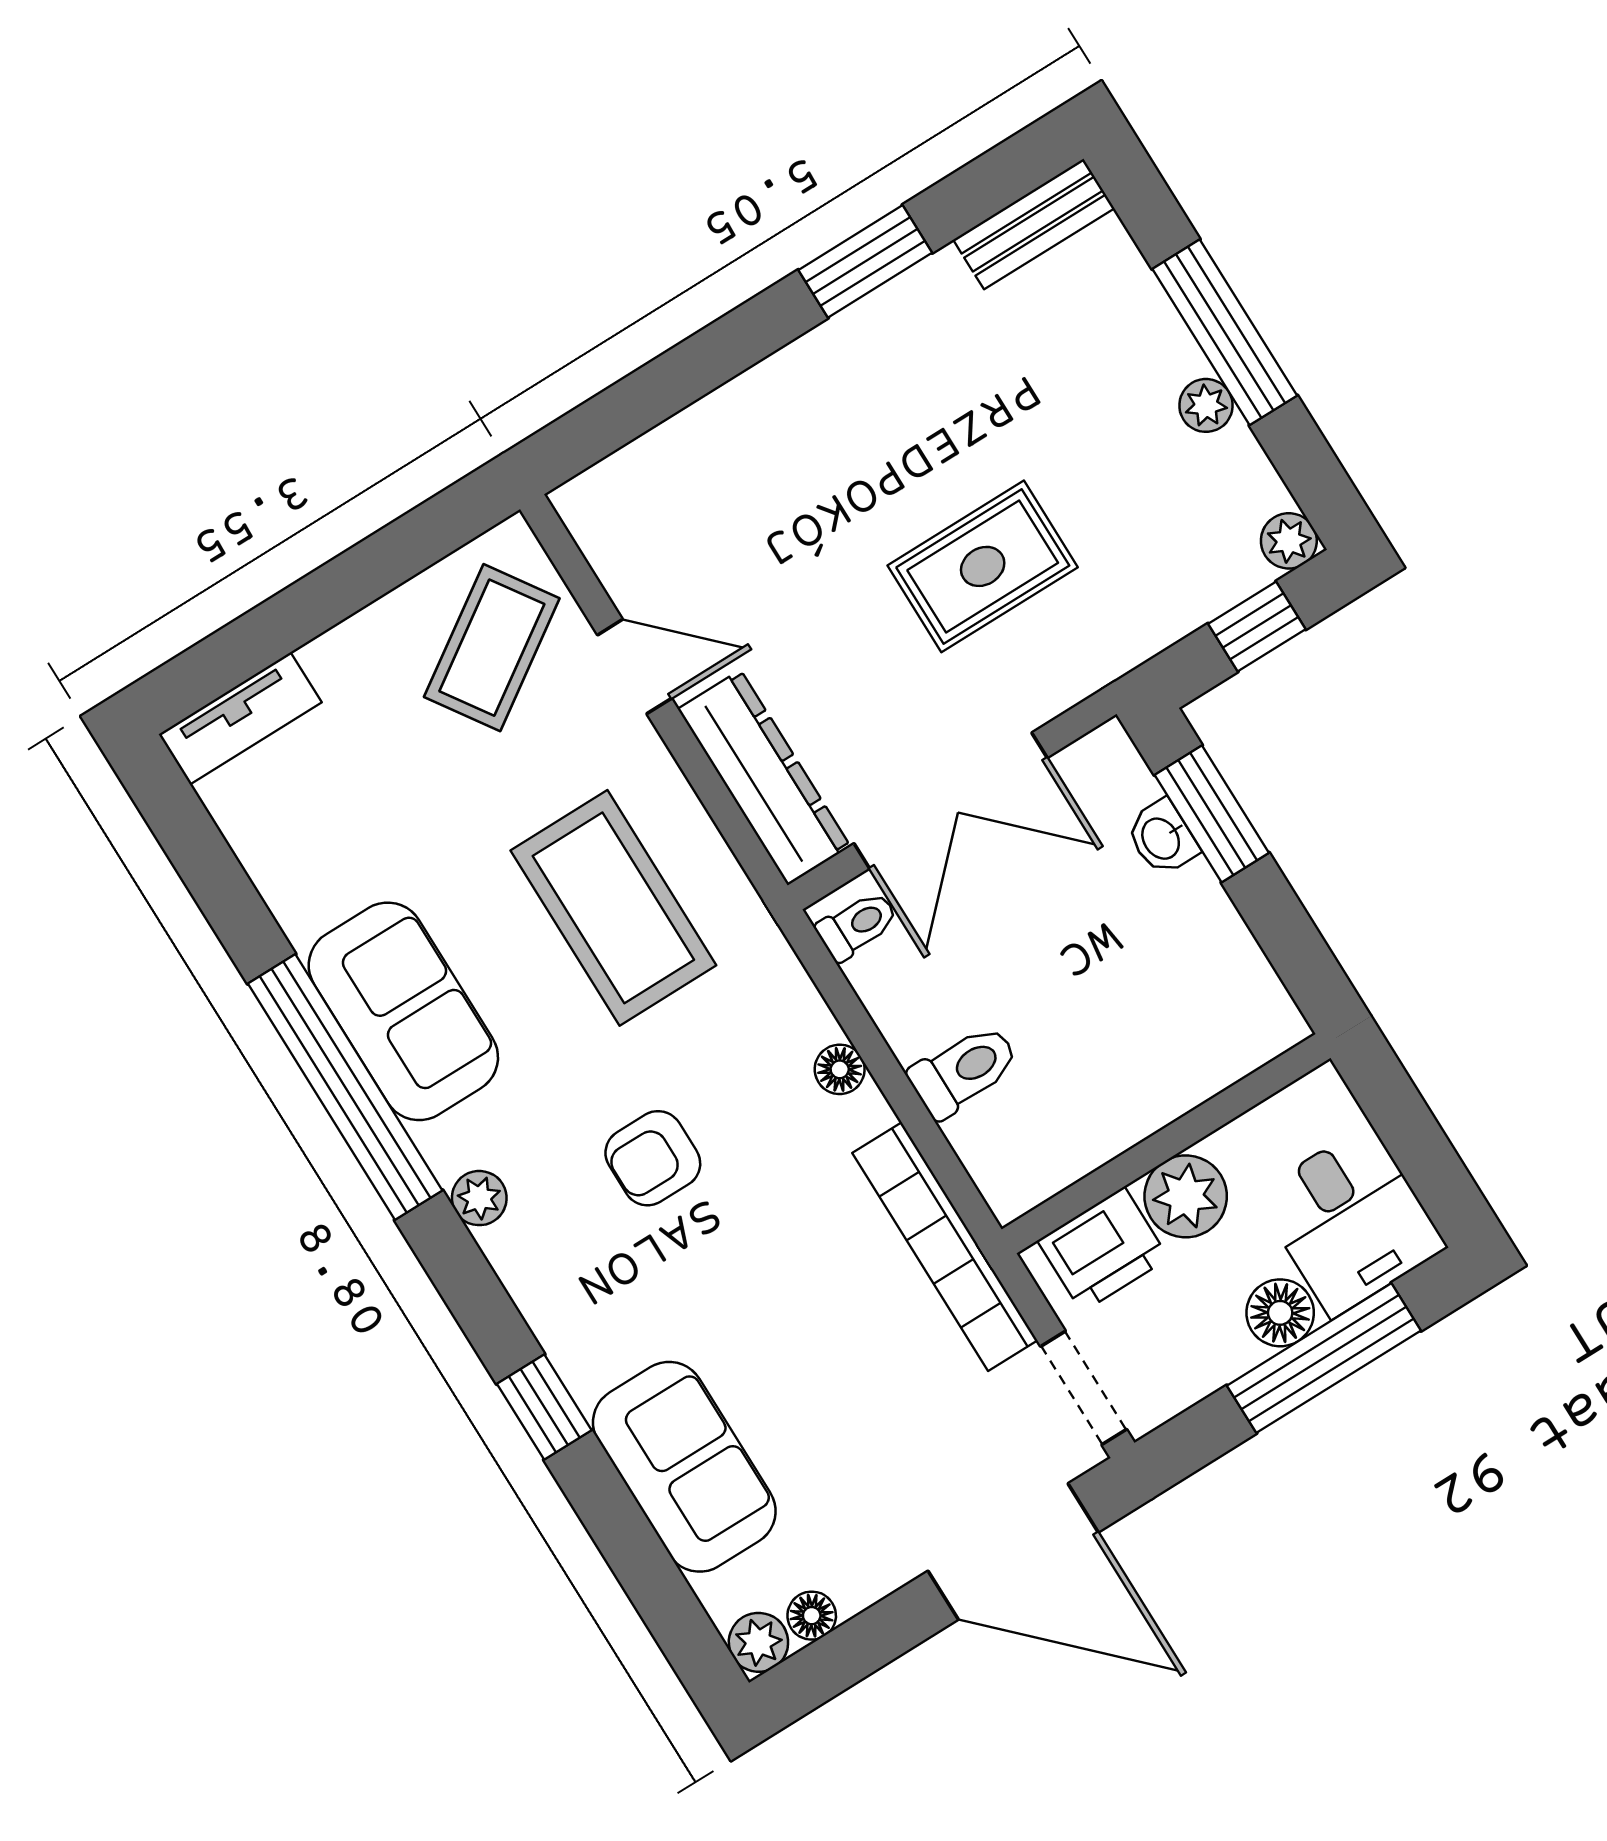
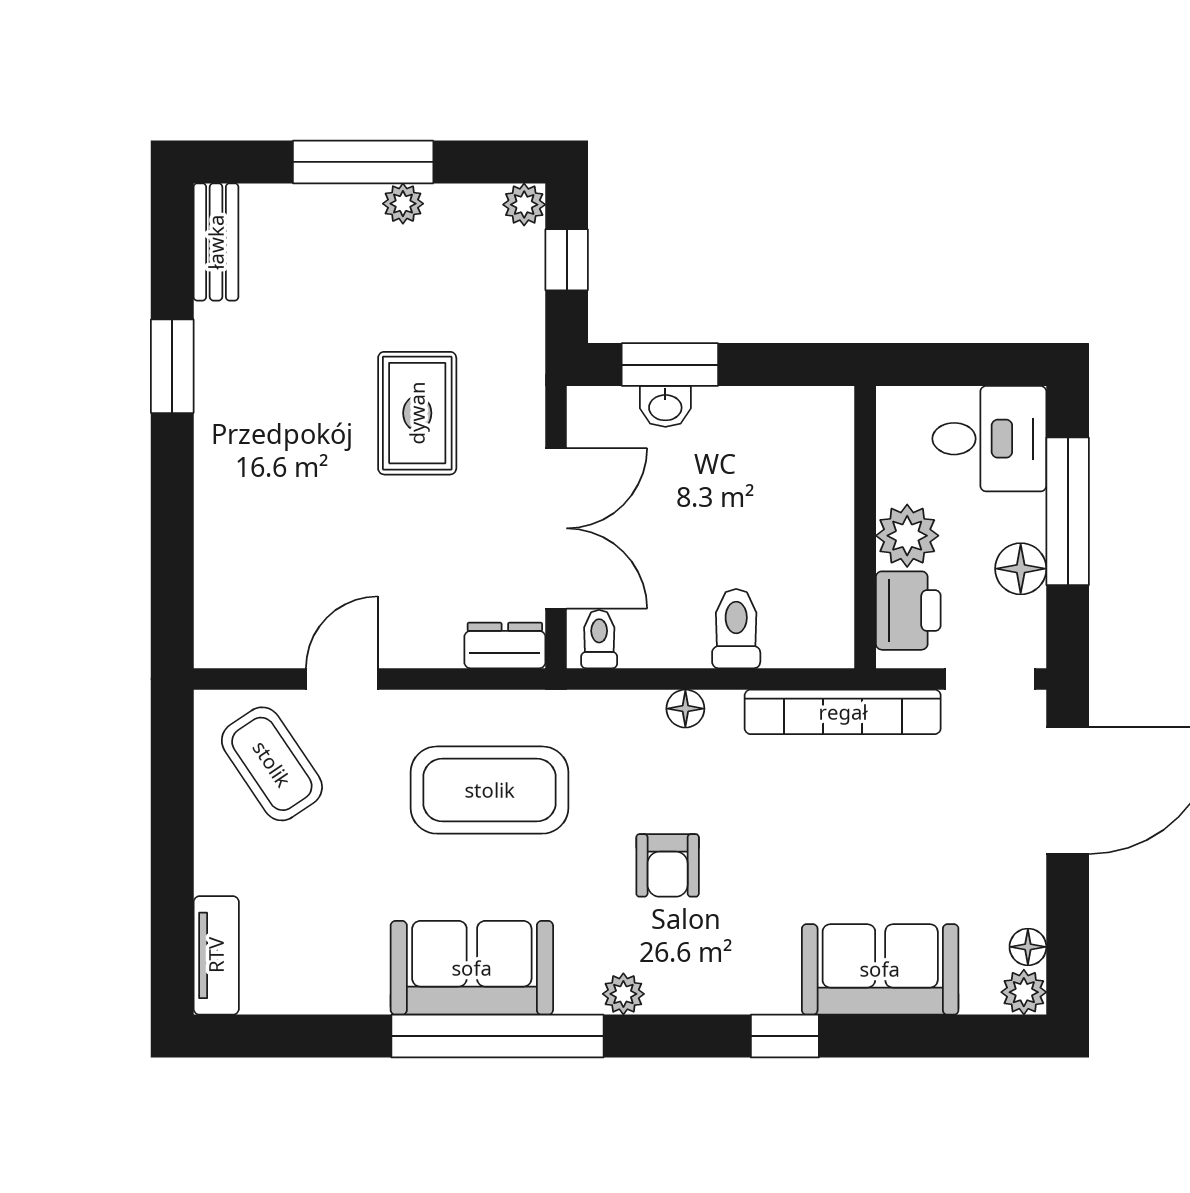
dresser: (764, 778) -> (505, 646), width x0.51, depth x0.80
floor lamp: (1280, 1313) -> (1021, 569), moved

